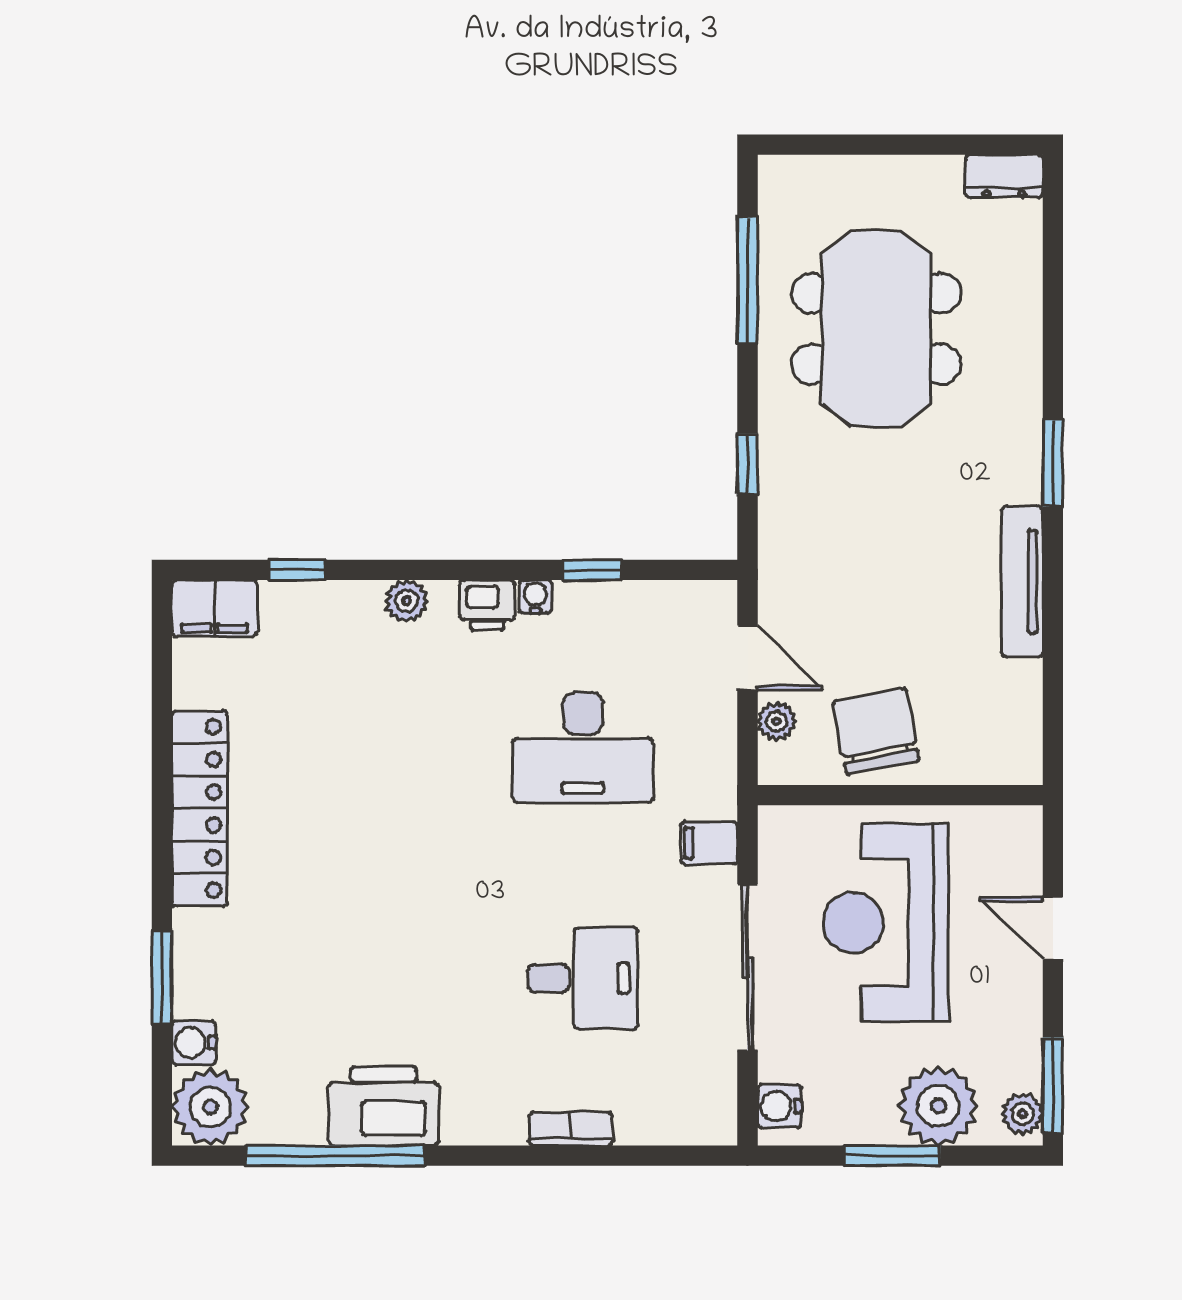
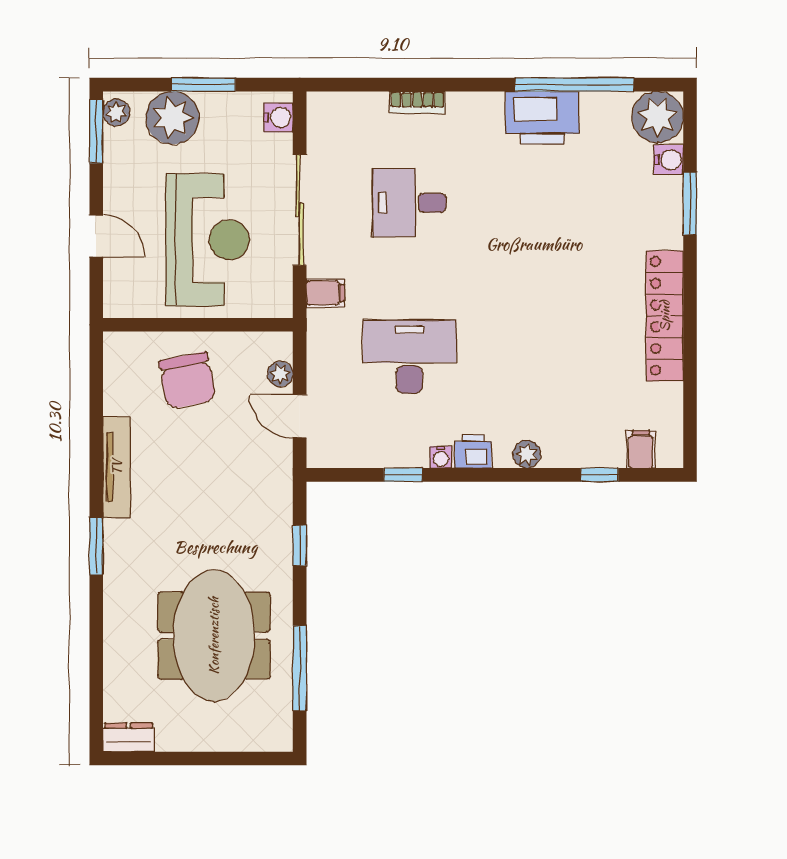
filing cabinet: (215, 608) -> (641, 449), width x0.50
chair: (876, 731) -> (187, 380), moved

